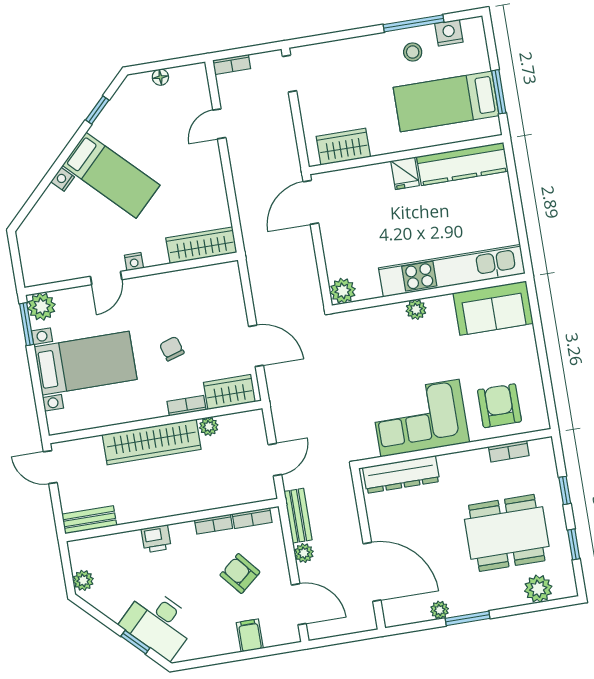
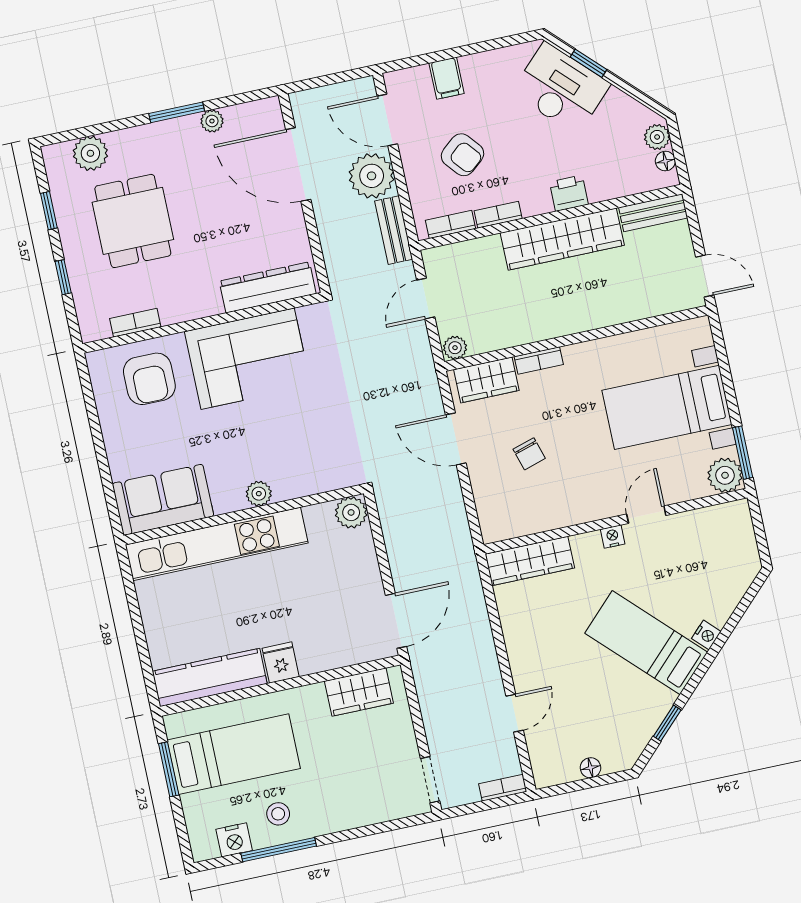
chair: (172, 349) -> (529, 454), moved
plant: (209, 426) -> (455, 348), moved
wardrobe: (152, 442) -> (562, 239), moved, turned 180
dining table: (507, 533) -> (133, 221), width x0.73
plant: (304, 553) -> (372, 176), width x1.87, depth x1.87
floor lamp: (77, 561) -> (665, 161), added

